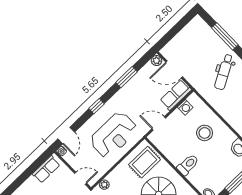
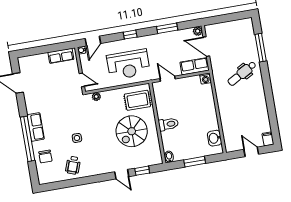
washing machine: (185, 107) -> (206, 78), moved
stool: (205, 133) -> (197, 109), removed

